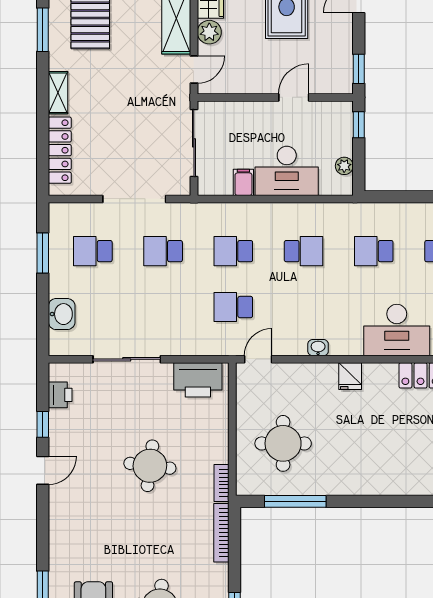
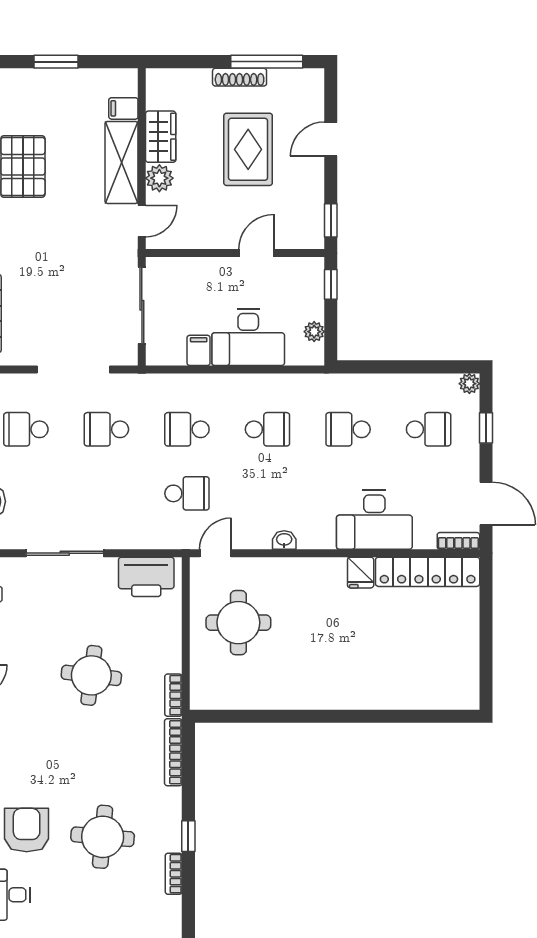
school desk: (233, 307) -> (187, 493), turned 180
fridge: (350, 376) -> (361, 573), moved
round table: (283, 443) -> (238, 623), moved
window: (295, 501) -> (258, 716), removed

